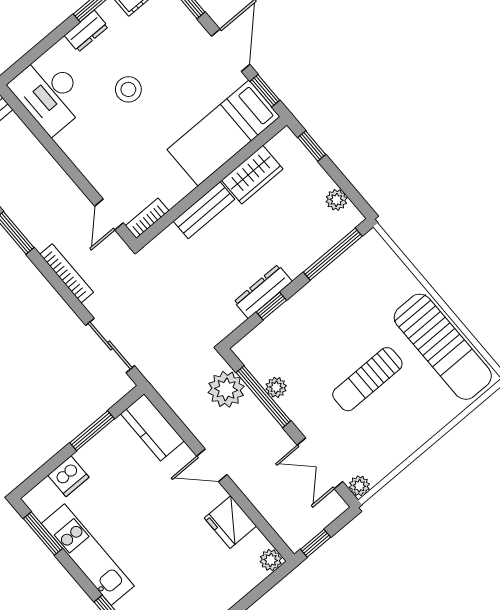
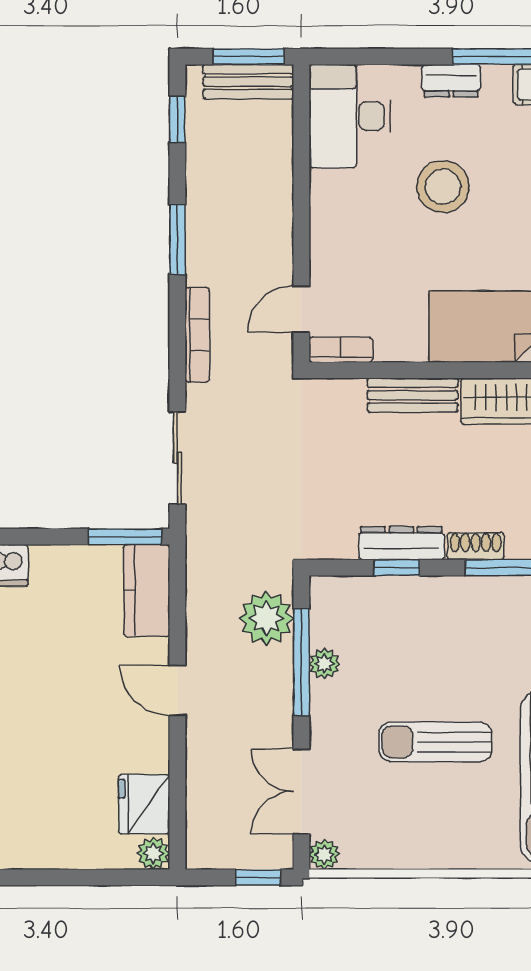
stool: (128, 89) -> (443, 187), width x1.38, depth x1.38
shoe rack: (303, 261) -> (476, 546), added
window: (92, 431) -> (125, 537), moved
fridge: (230, 522) -> (144, 804), moved
window: (316, 543) -> (258, 877), moved

